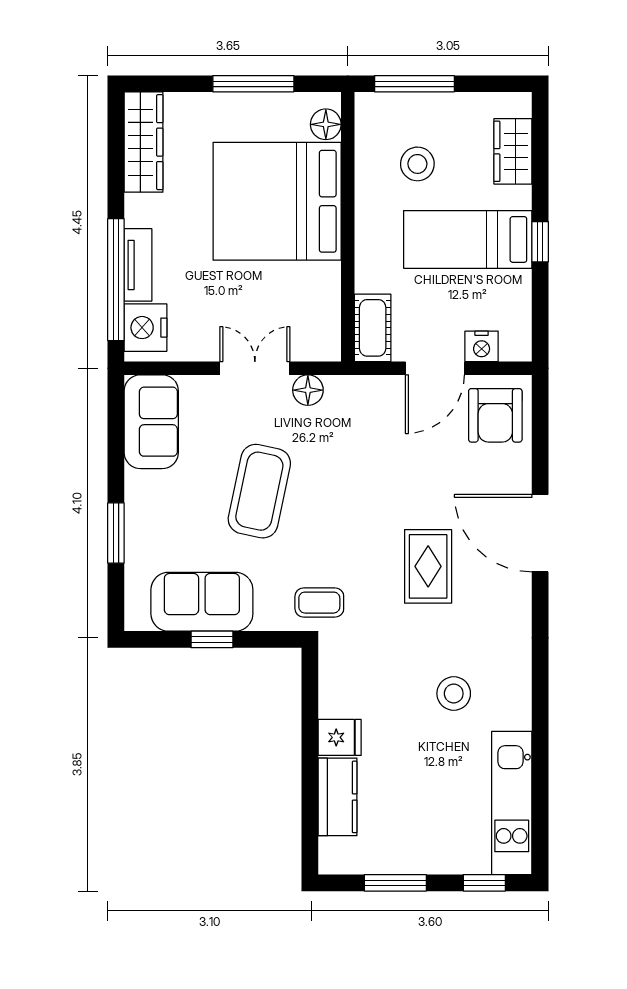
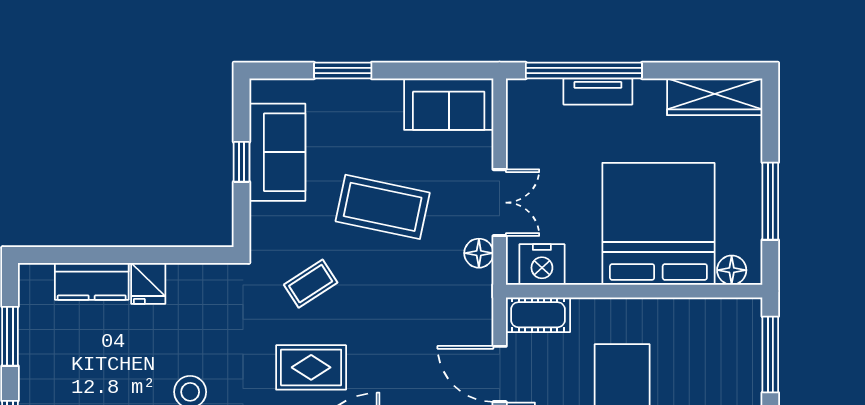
stool: (417, 164) -> (694, 357), removed
nightstand: (145, 328) -> (542, 264), moved, turned 180
coffee table: (319, 603) -> (311, 284), moved, turned 57

